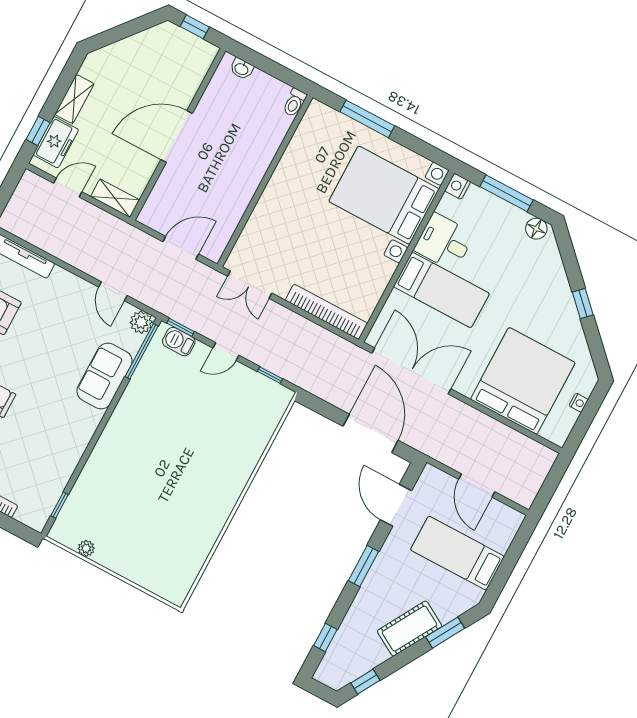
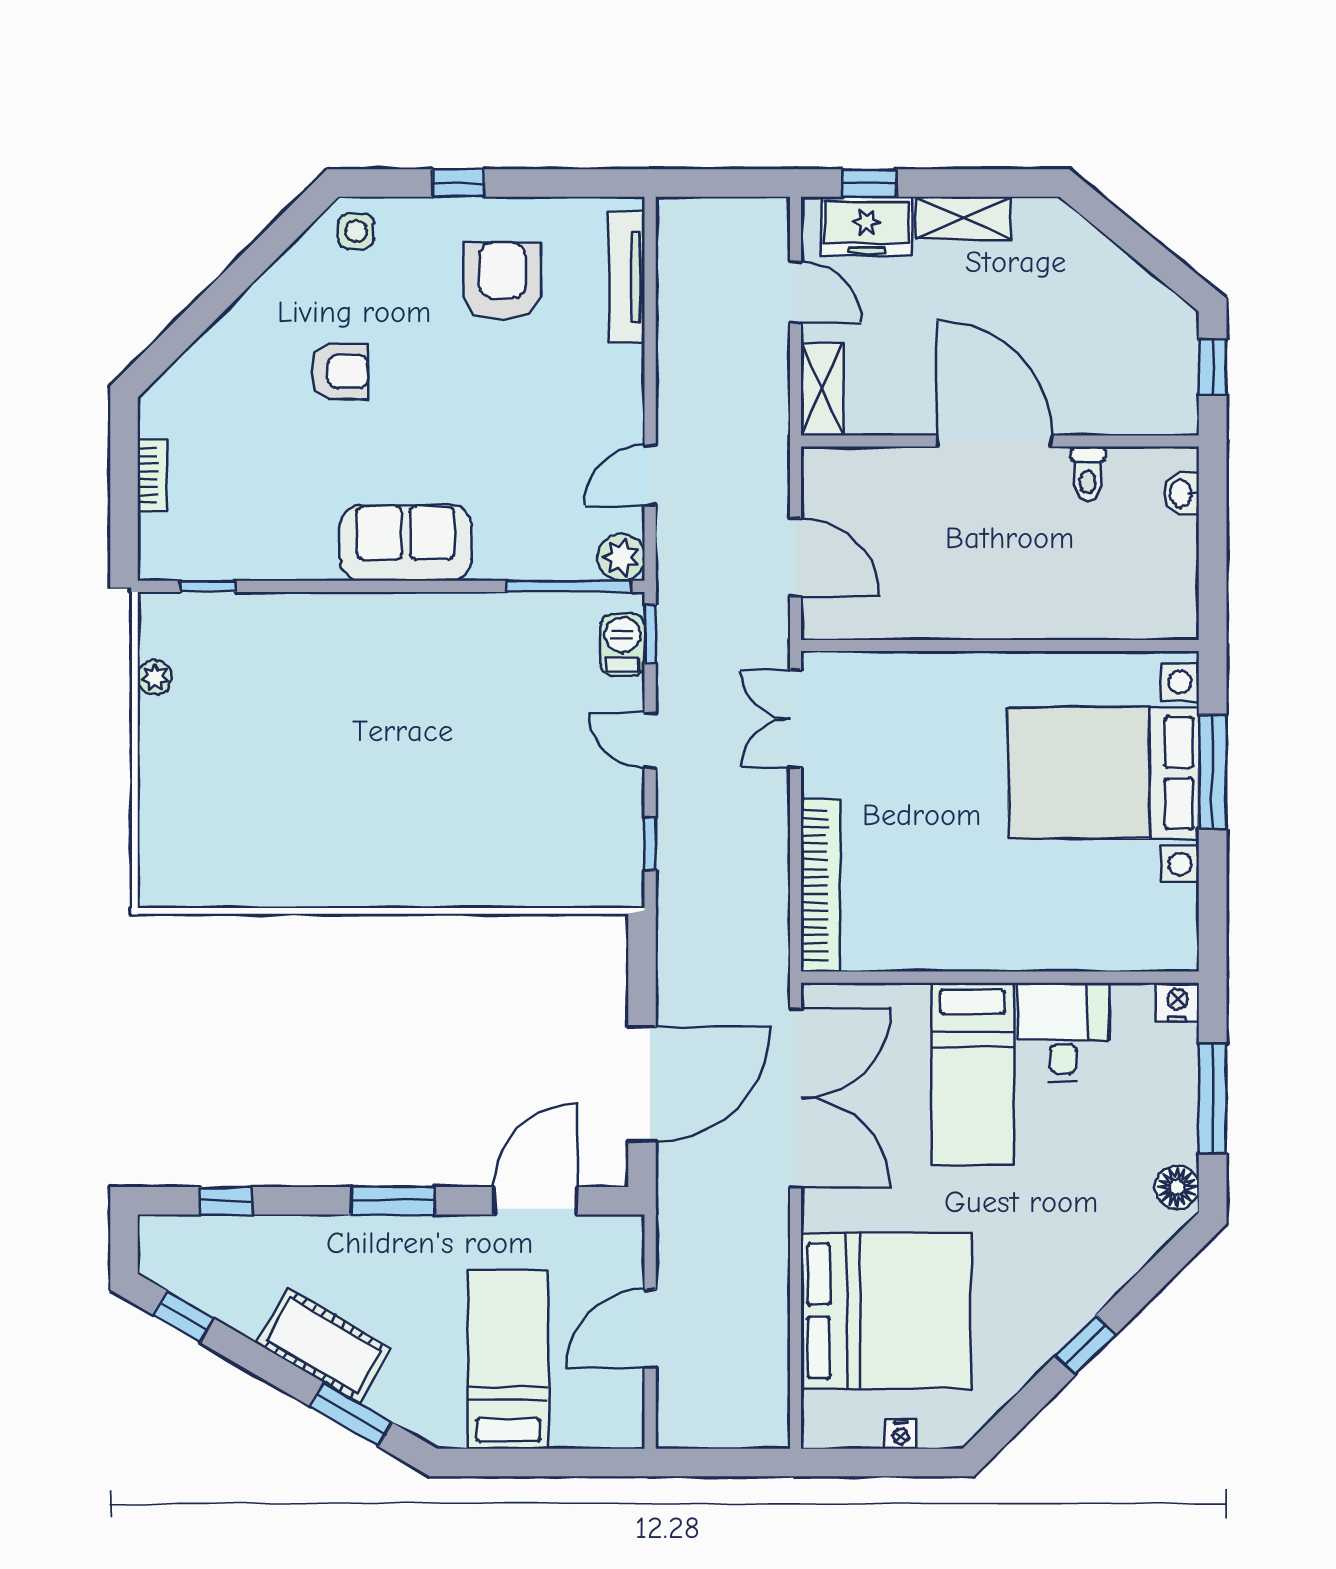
toilet: (294, 103) -> (1088, 474), moved, turned -90
bed with nightstands: (384, 195) -> (1104, 773), moved, turned -90
sofa: (104, 376) -> (406, 543), moved

